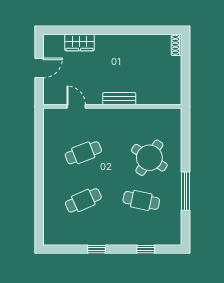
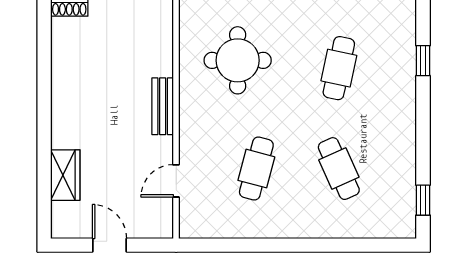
cafe table: (83, 153) -> (256, 169), turned 36
round table: (149, 158) -> (238, 60), moved, turned -33
window: (96, 249) -> (423, 200), moved

